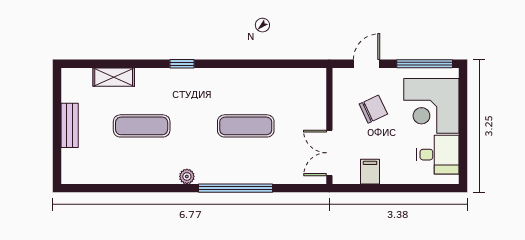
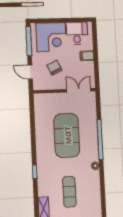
exercise mat: (246, 126) -> (67, 135), width x2.00, depth x1.45
double door: (329, 153) -> (79, 90), swing flipped
filing cabinet: (370, 172) -> (87, 56), moved

